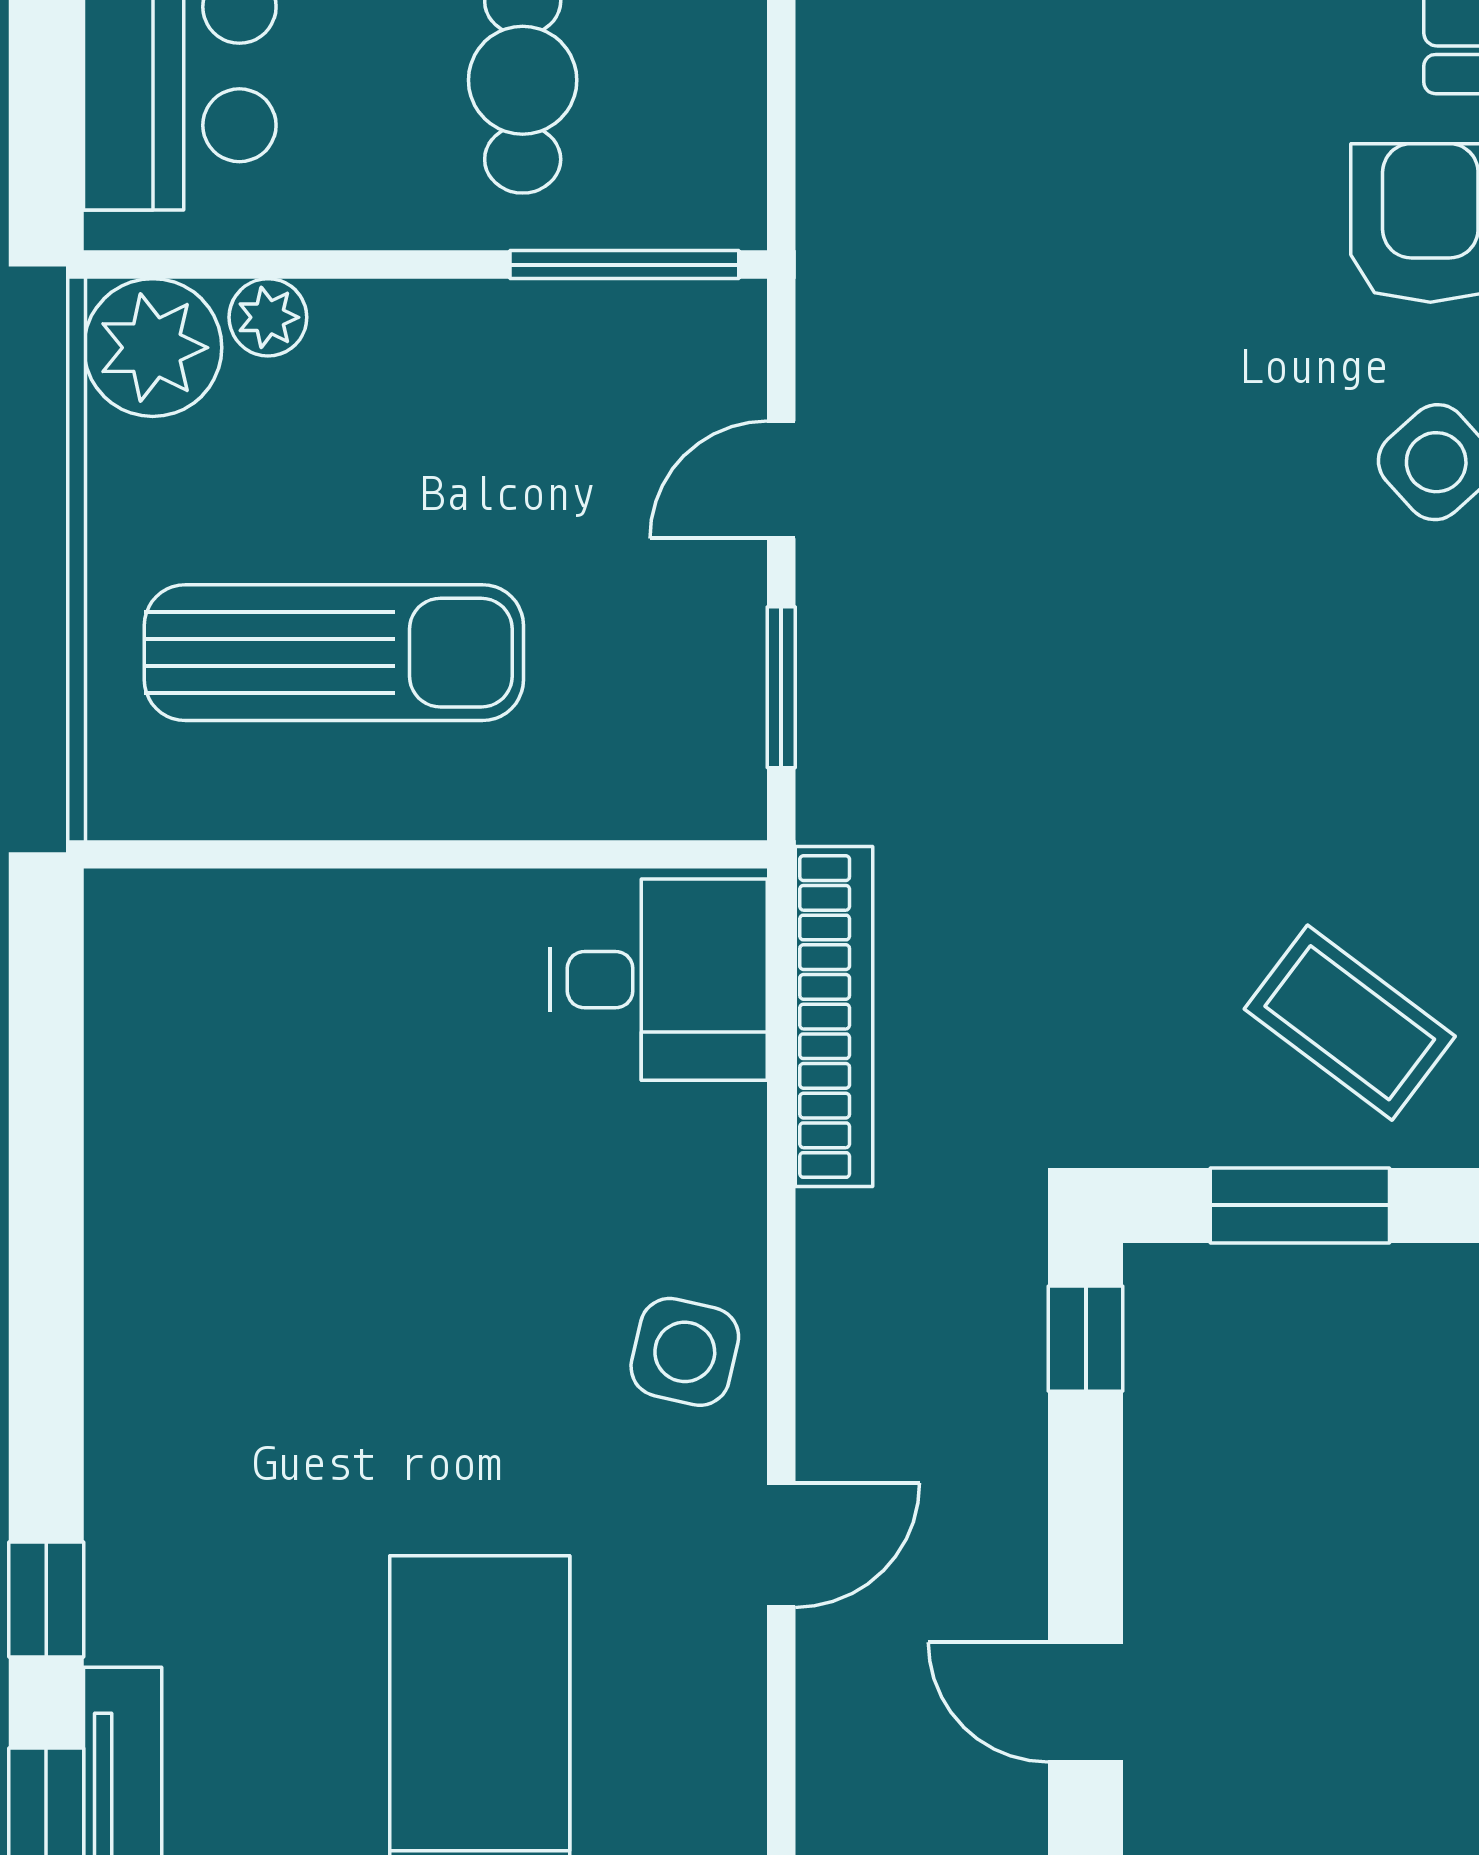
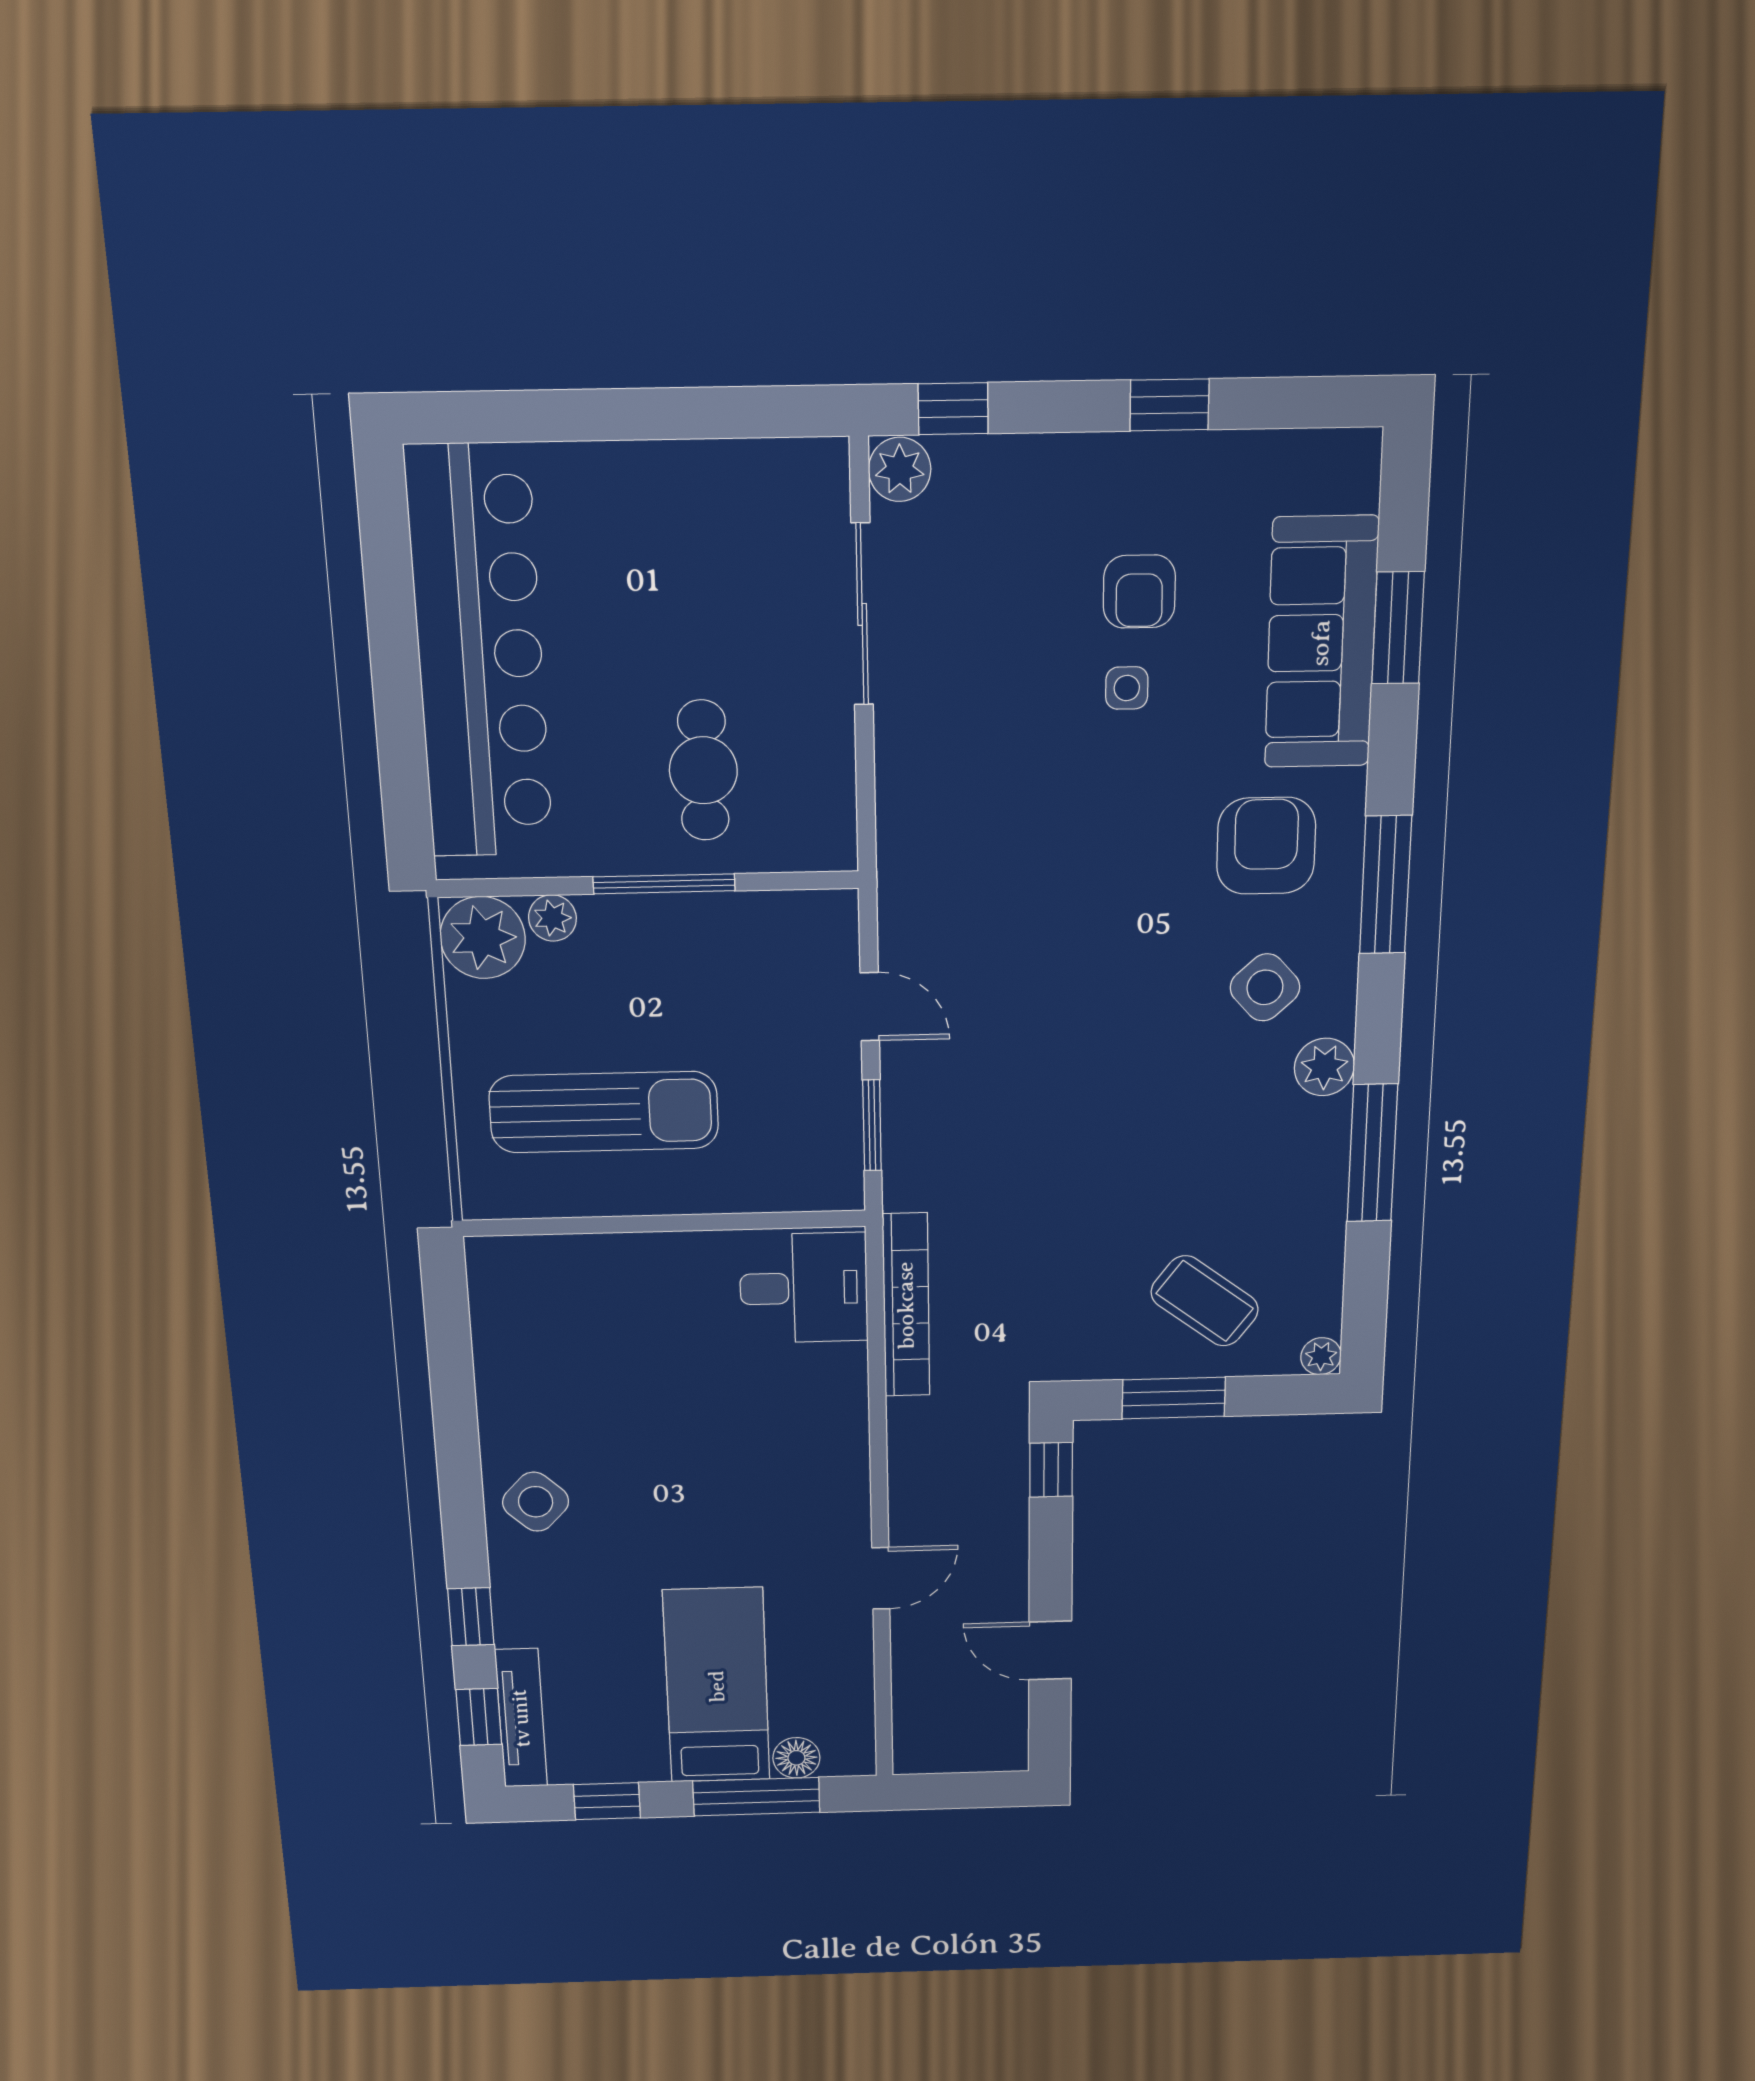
window: (624, 265) -> (664, 884), moved
door: (781, 480) -> (870, 1007), swing flipped
side table: (685, 1352) -> (536, 1502), moved, turned 30

